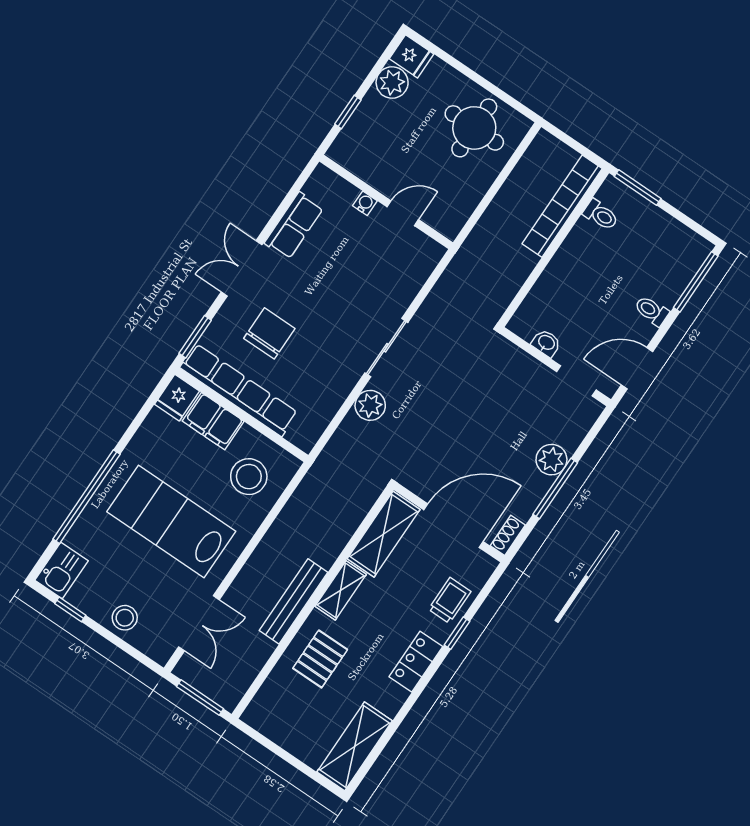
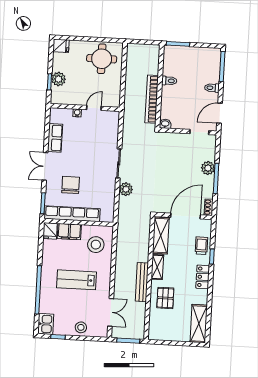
plant: (392, 82) -> (59, 79), moved
bookcase: (562, 206) -> (152, 99), moved
toilet: (601, 215) -> (169, 81), moved
washbasin: (546, 343) -> (165, 124), moved
lab bench: (171, 522) -> (76, 280), width x0.73, depth x0.72

